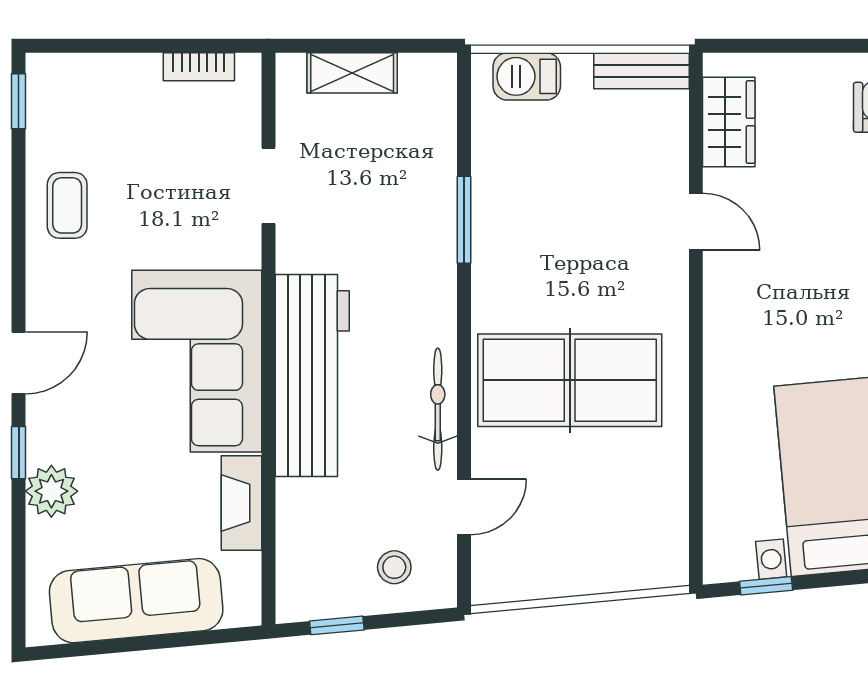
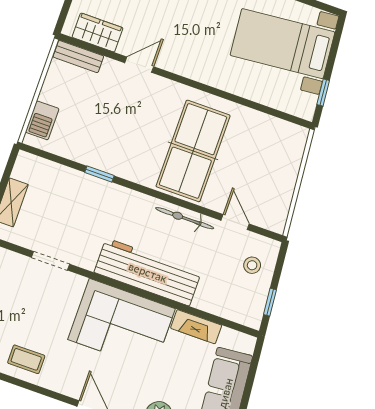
bench: (642, 71) -> (78, 57), moved, turned 90
window: (464, 220) -> (99, 174), width x0.67

